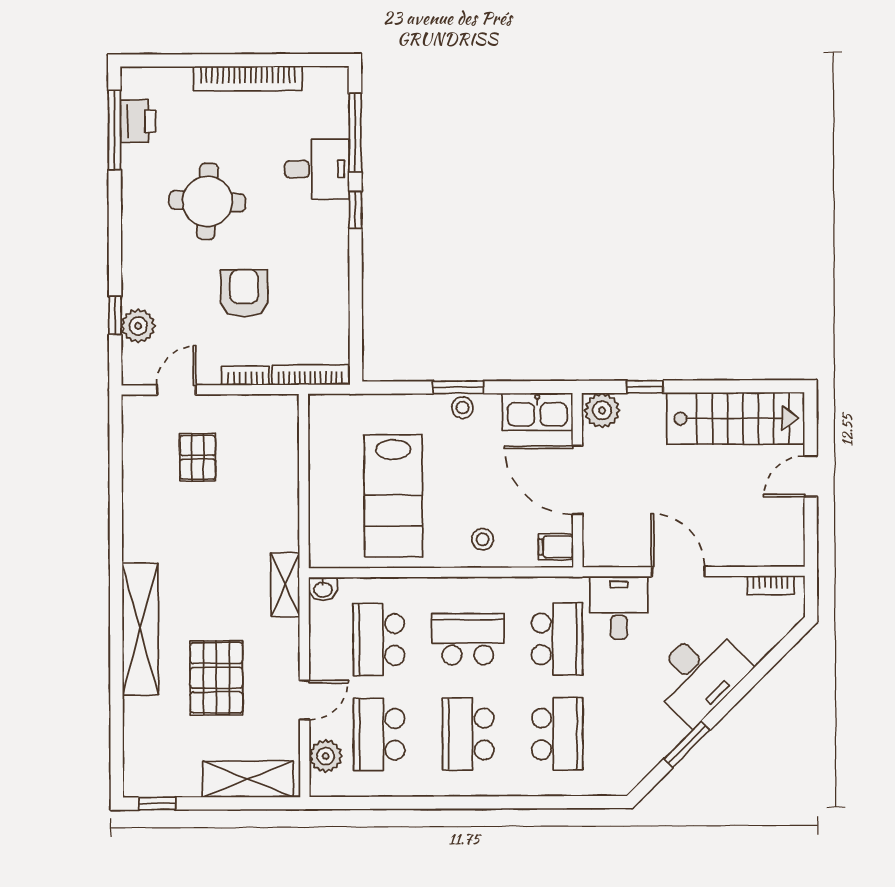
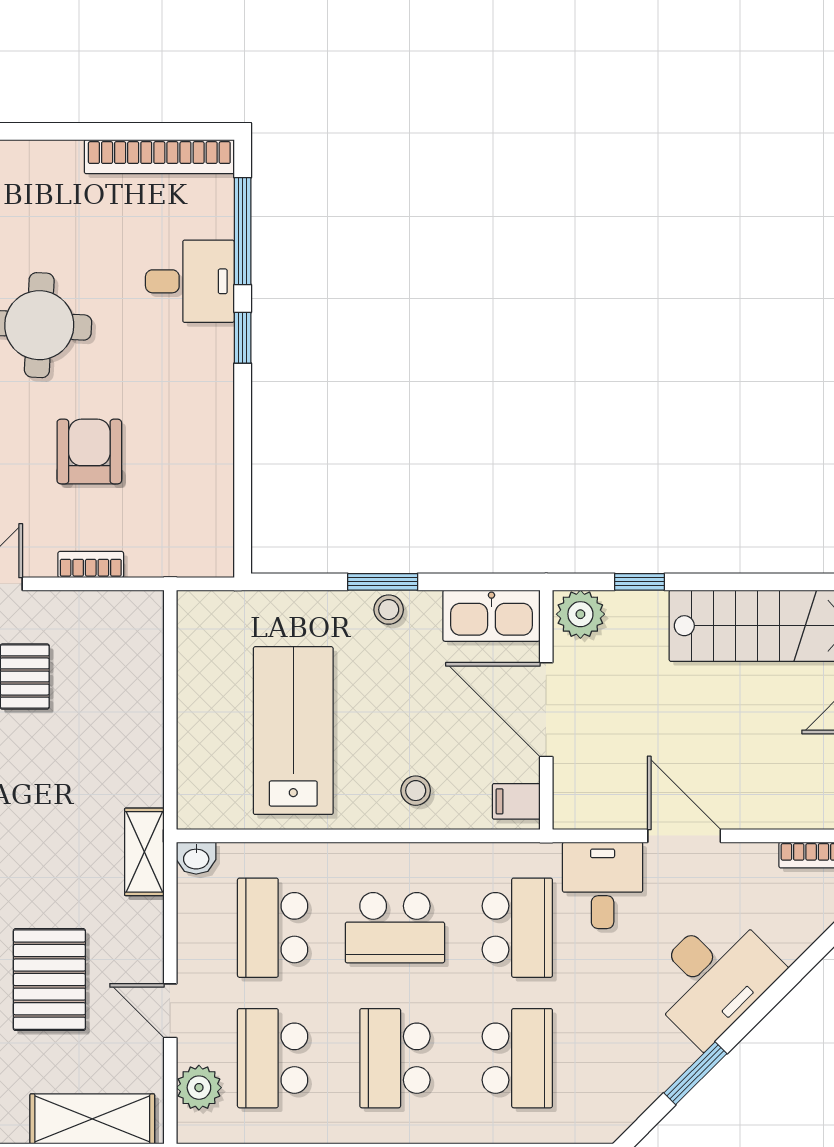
bookcase: (248, 79) -> (159, 157), moved
bookcase: (310, 375) -> (180, 564), removed
lab bench: (393, 496) -> (293, 731), turned 180
school desk: (468, 639) -> (395, 928), turned 180
door: (304, 700) -> (170, 1011), swing flipped

